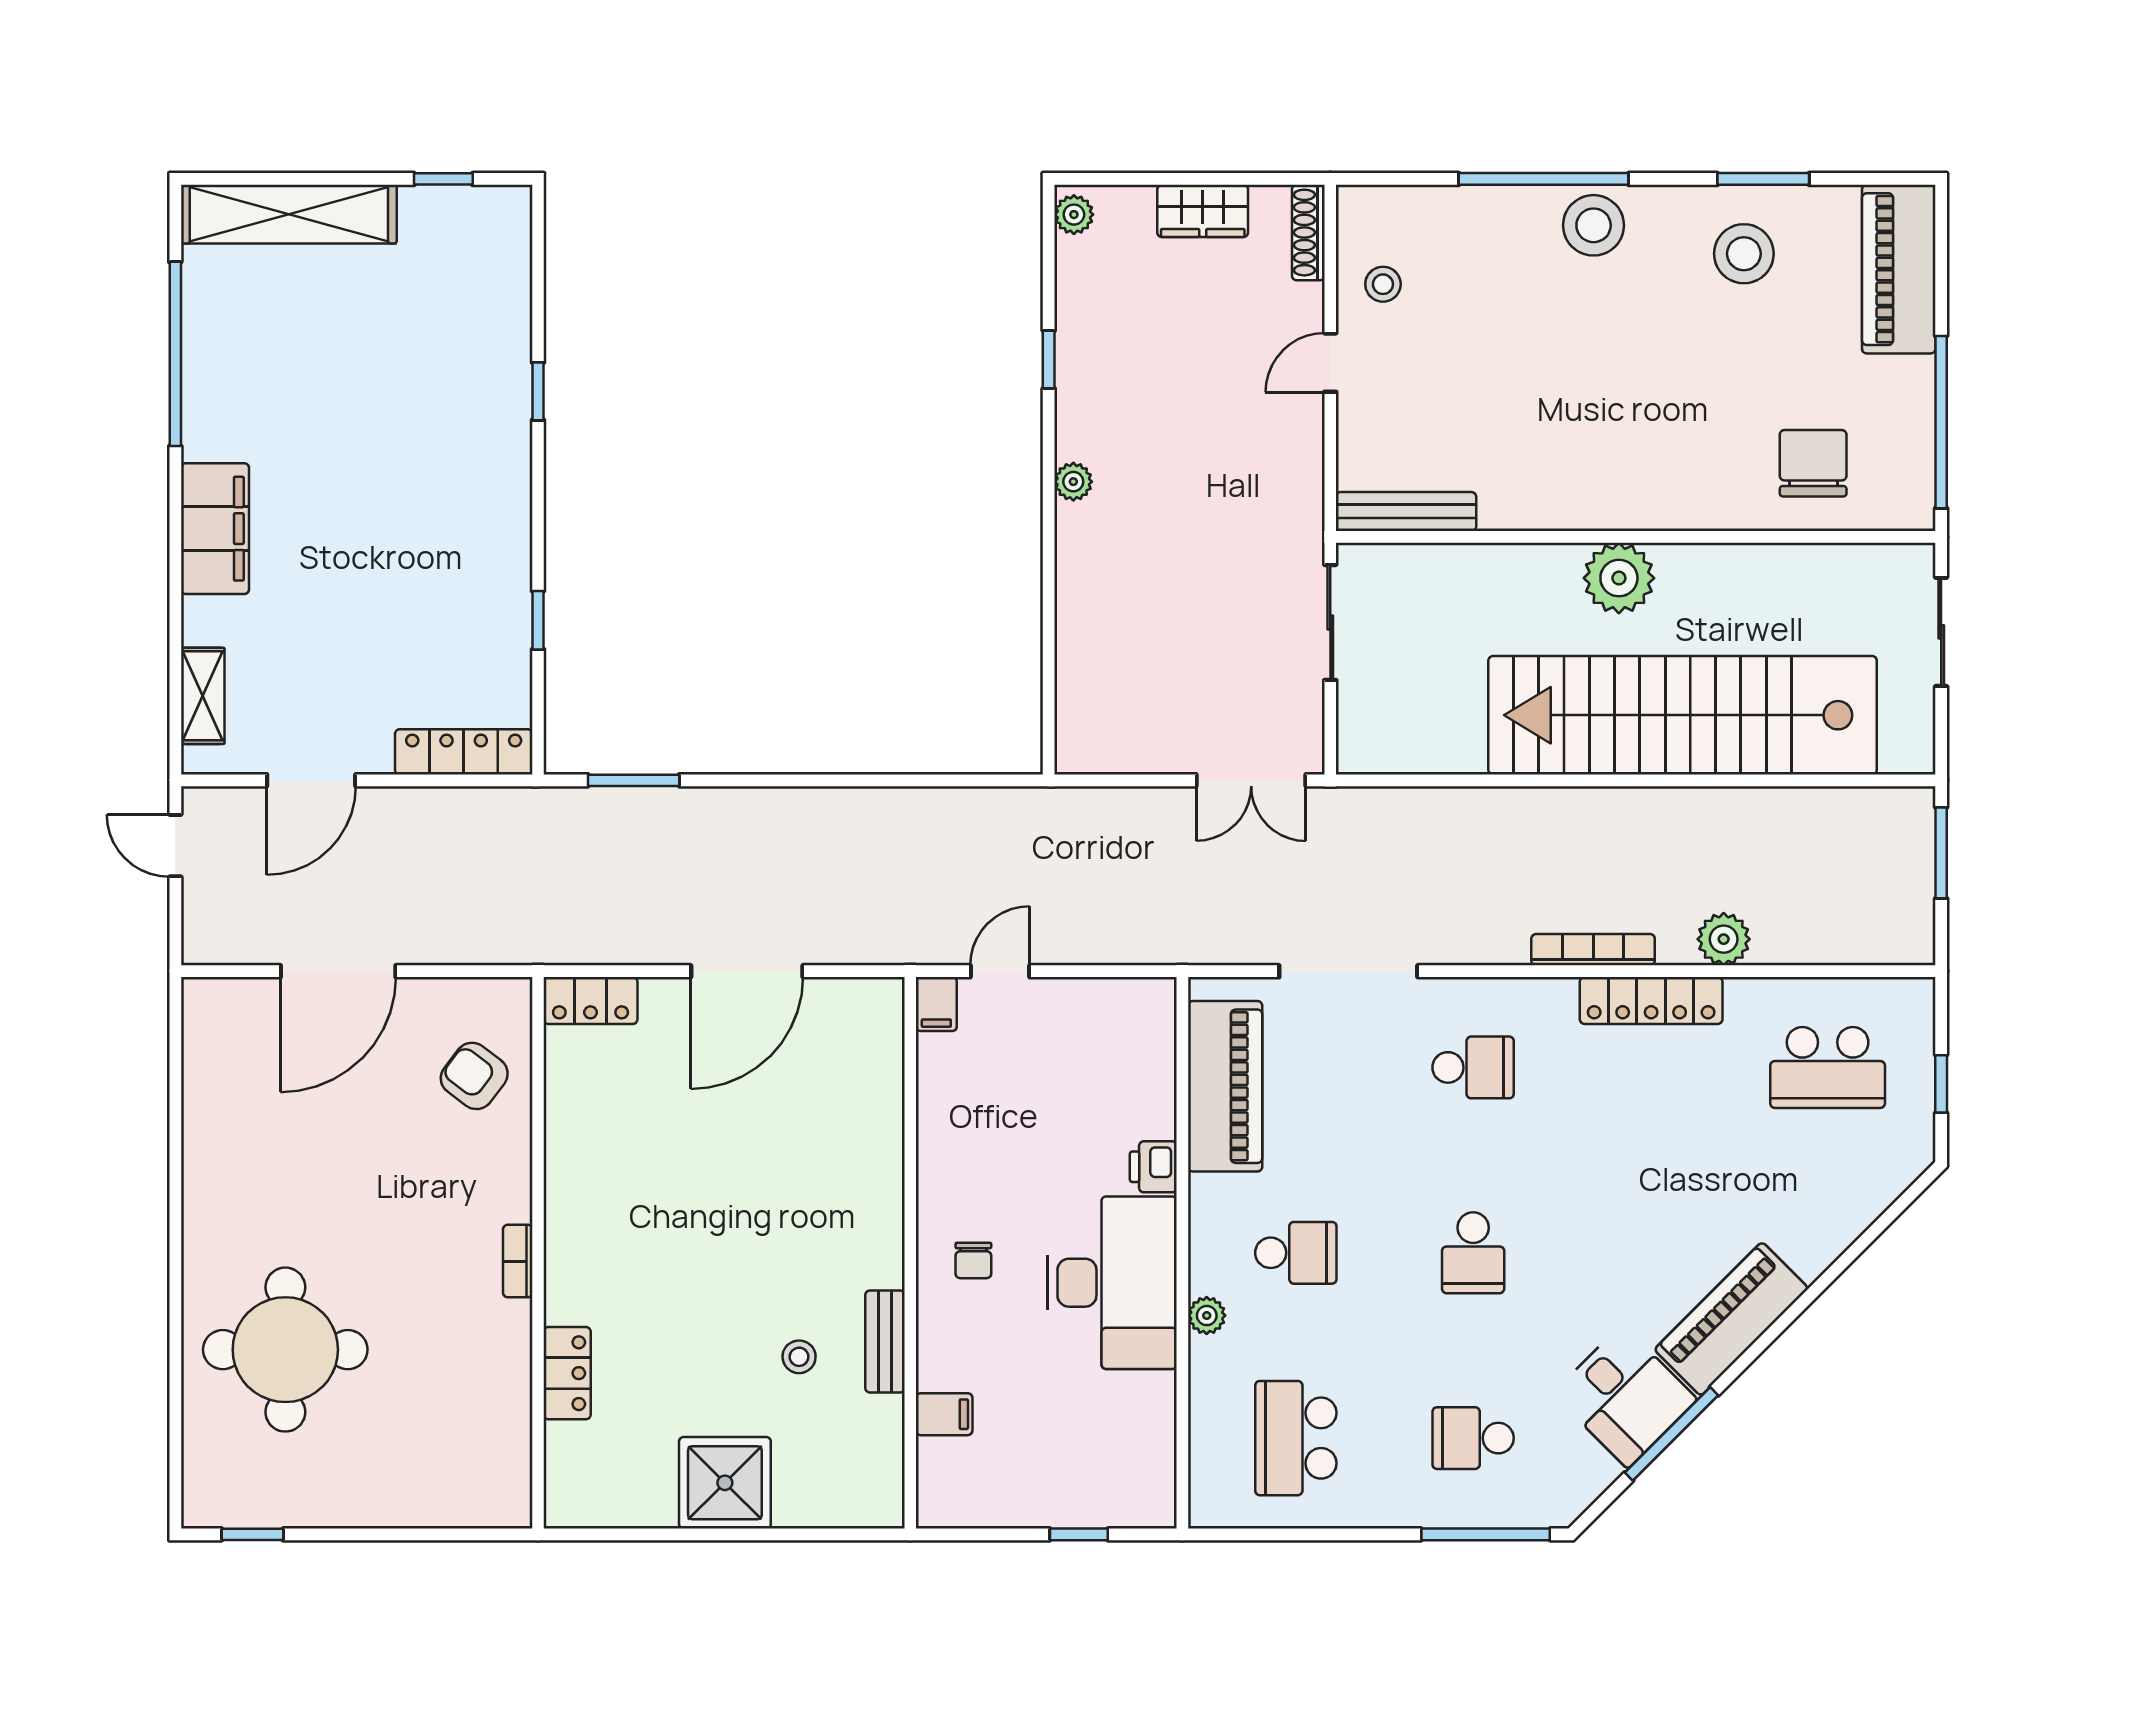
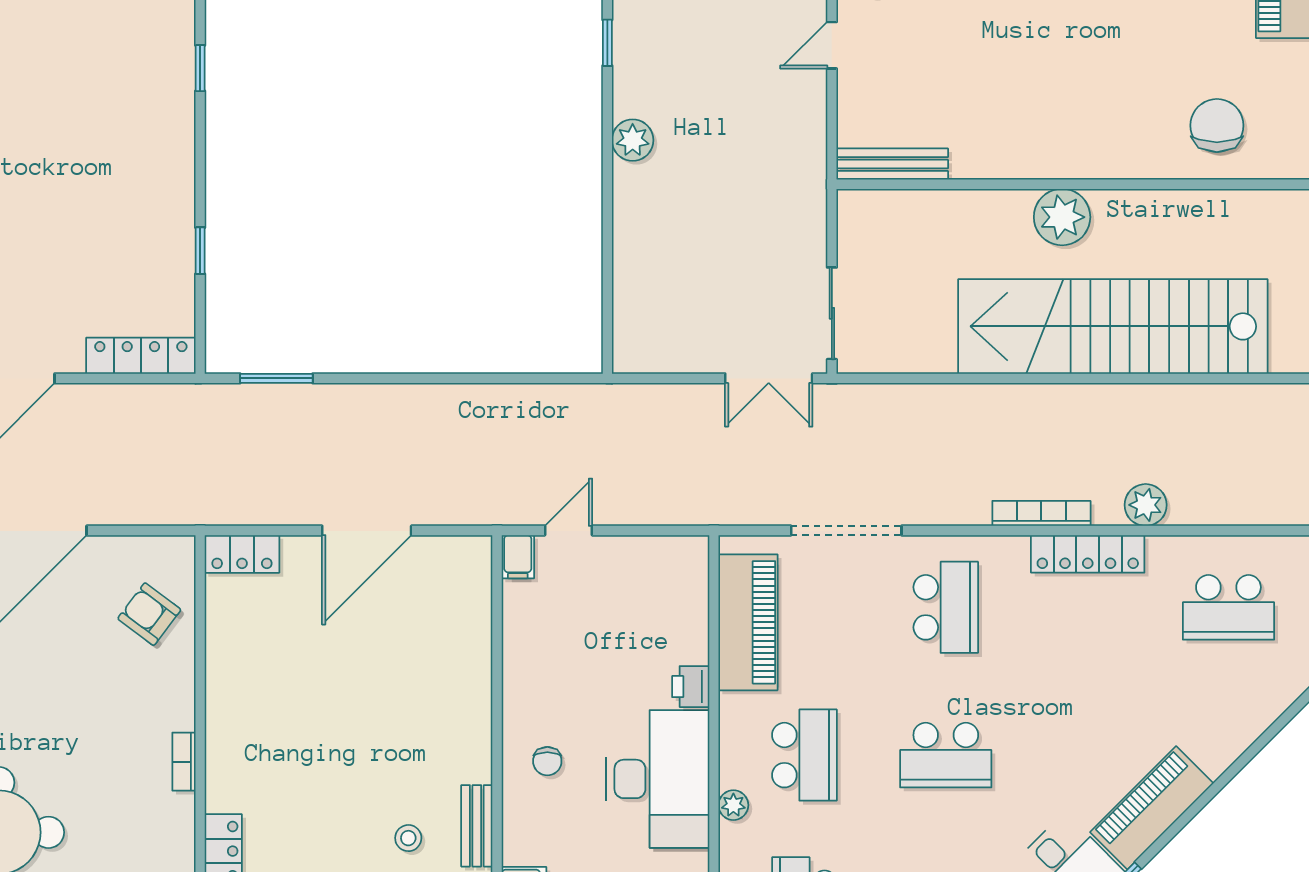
plant: (1073, 482) -> (633, 140), width x1.38, depth x1.38
sliding door: (1330, 622) -> (832, 313), moved
school desk: (1473, 1067) -> (946, 607), width x1.85
school desk: (1296, 1253) -> (804, 755), width x1.85
school desk: (1473, 1253) -> (946, 755), width x1.85

